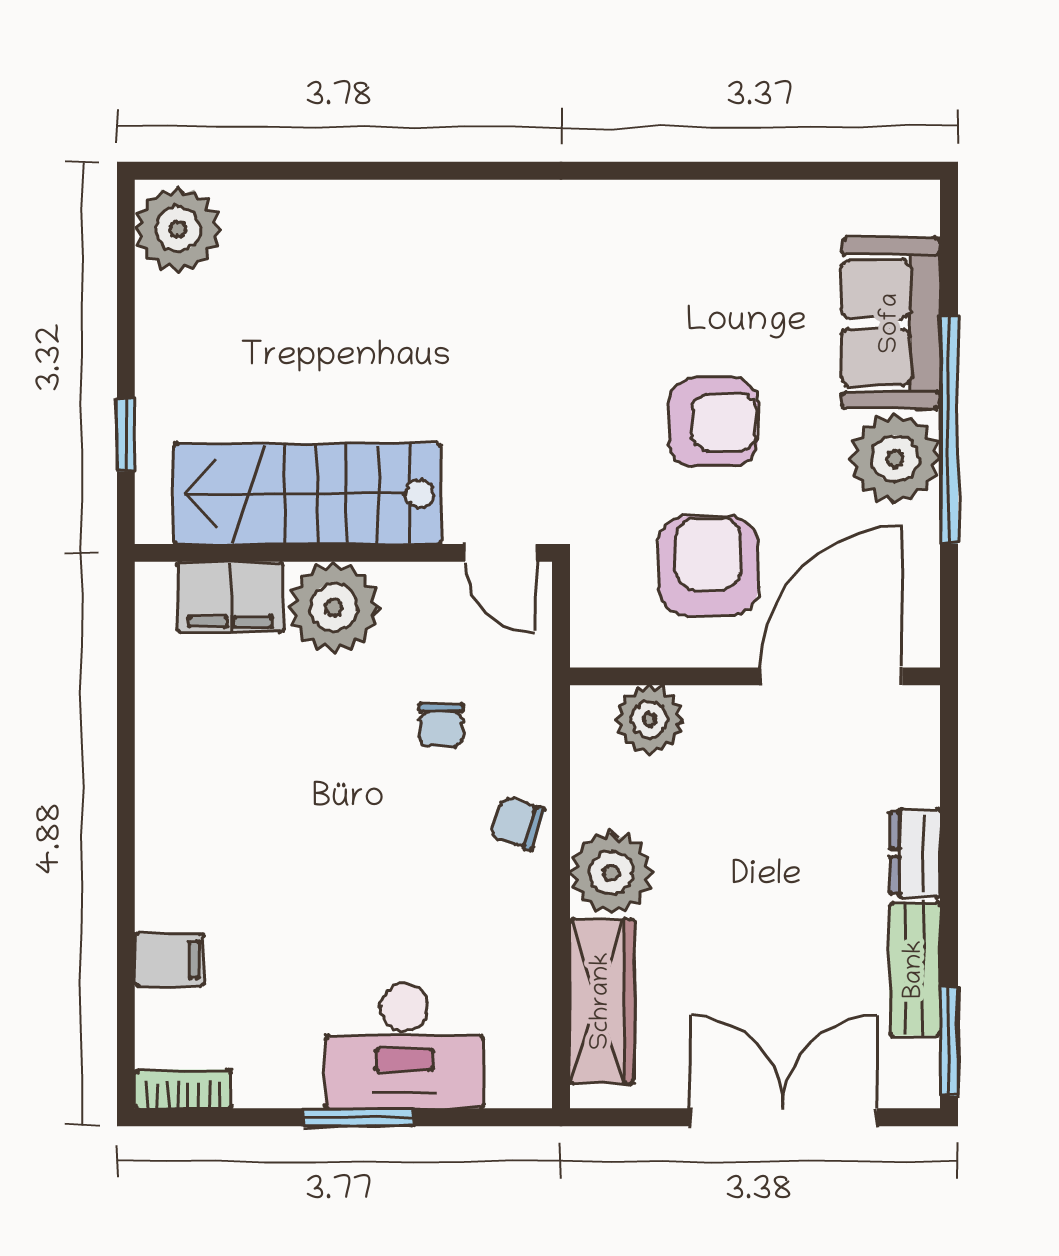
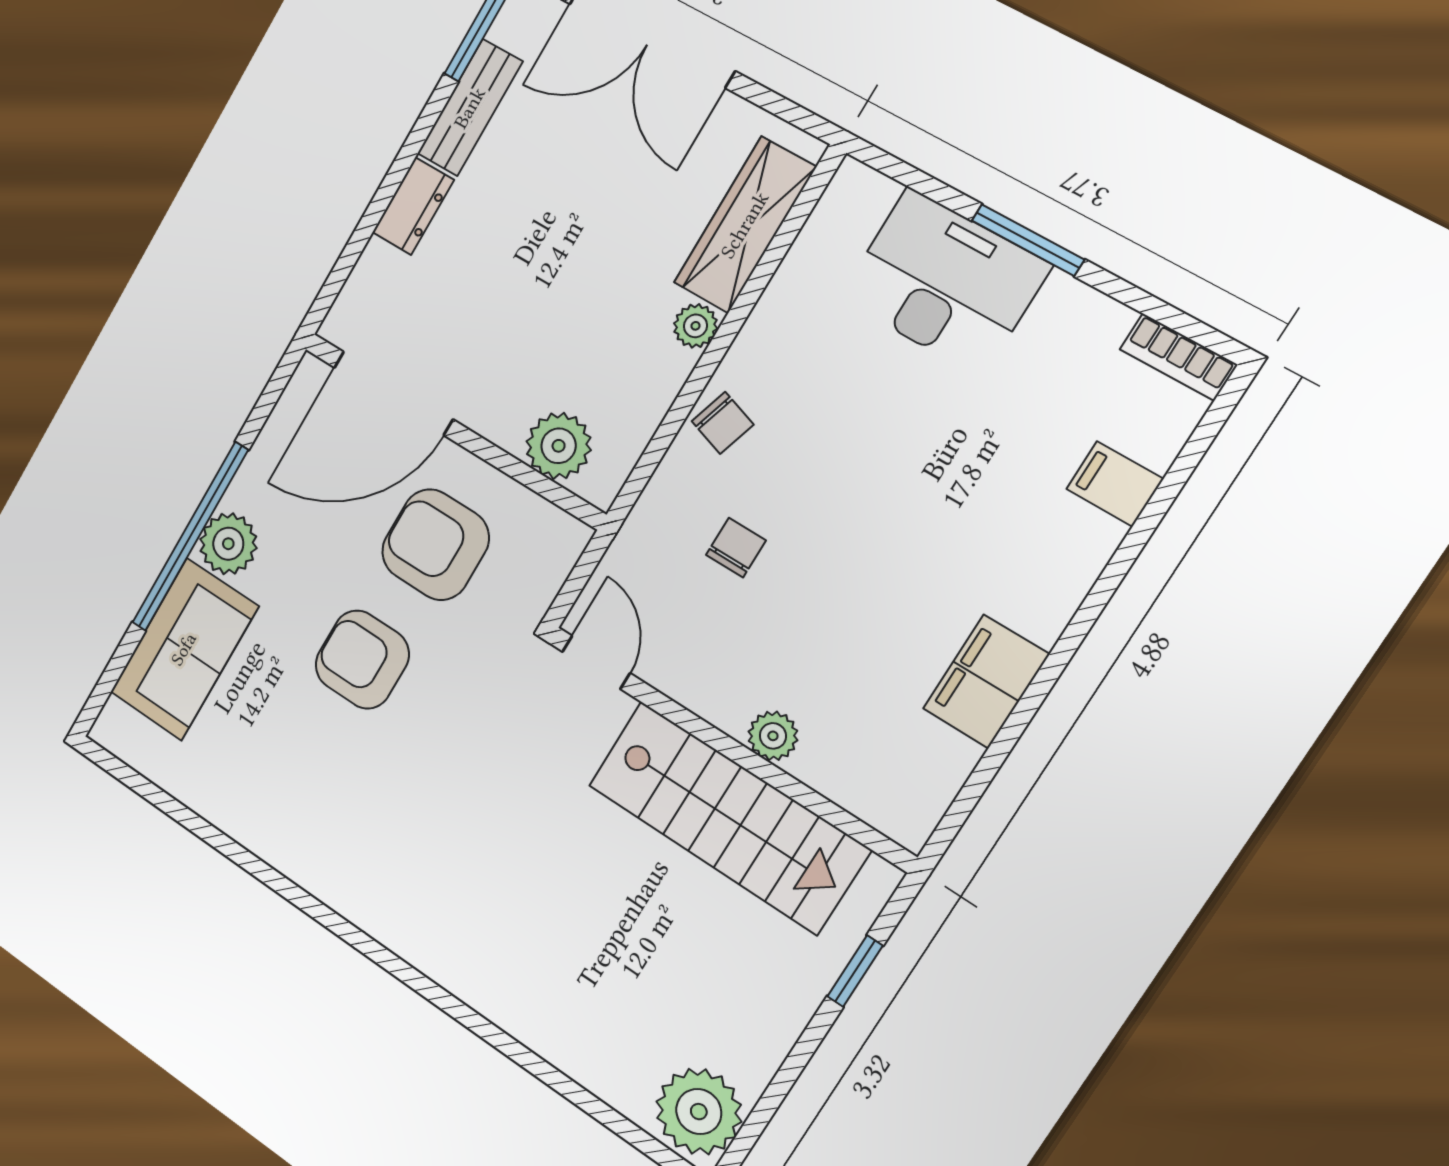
plant: (895, 459) -> (228, 544), width x0.73, depth x0.73
armchair: (708, 566) -> (435, 545), turned 90
filing cabinet: (230, 597) -> (986, 681), moved, turned -90
plant: (334, 607) -> (773, 736), width x0.53, depth x0.53
plant: (611, 873) -> (695, 326), width x0.53, depth x0.53

